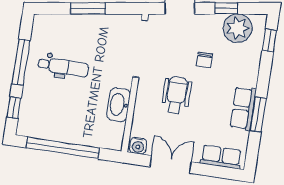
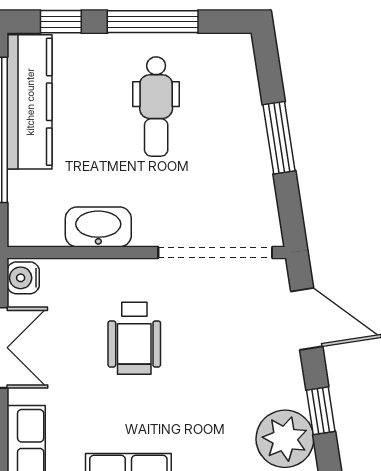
chair: (204, 60) -> (212, 383), removed
wheelchair: (176, 95) -> (134, 338), turned 90
kitchen counter: (51, 129) -> (30, 102), added

